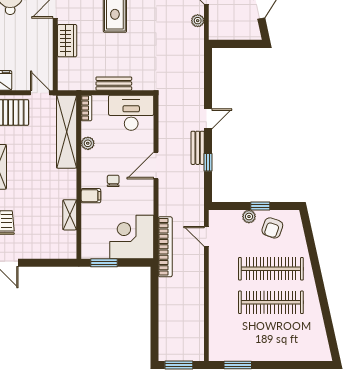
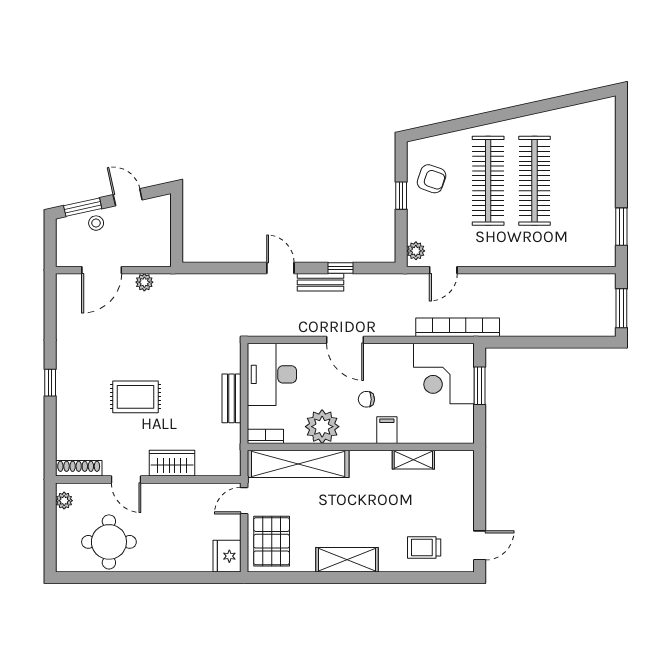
plant: (88, 143) -> (322, 427), width x1.88, depth x1.88
plant: (249, 217) -> (416, 251), moved
window: (104, 263) -> (480, 386), moved

